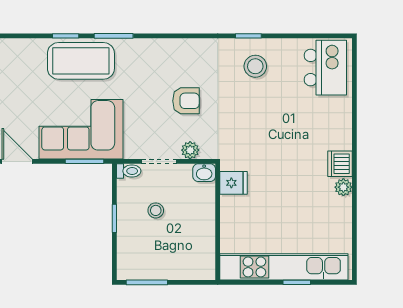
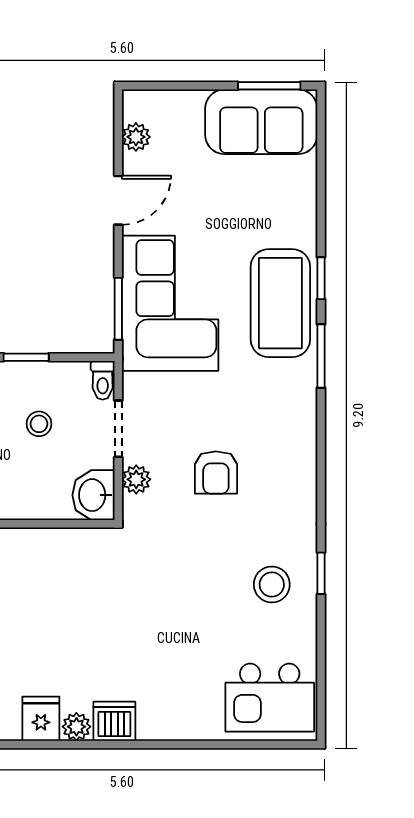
washbasin: (204, 173) -> (93, 495), width x1.38, depth x1.45
fridge: (234, 183) -> (41, 719), moved, turned 180

